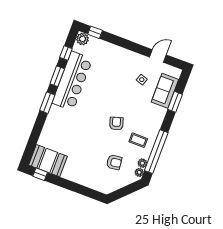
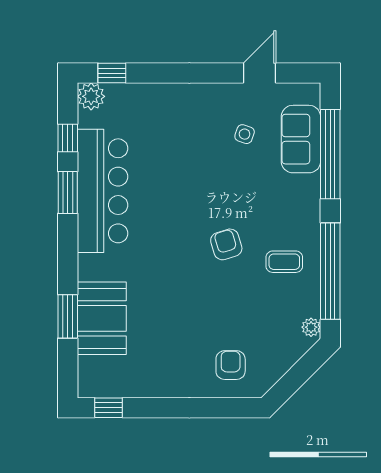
window: (175, 102) -> (330, 154), width x2.11
window: (47, 103) -> (68, 316), moved
booth: (48, 161) -> (102, 318), moved, turned 90
armchair: (114, 162) -> (231, 365), moved, turned -83
plant: (142, 163) -> (310, 306), removed

